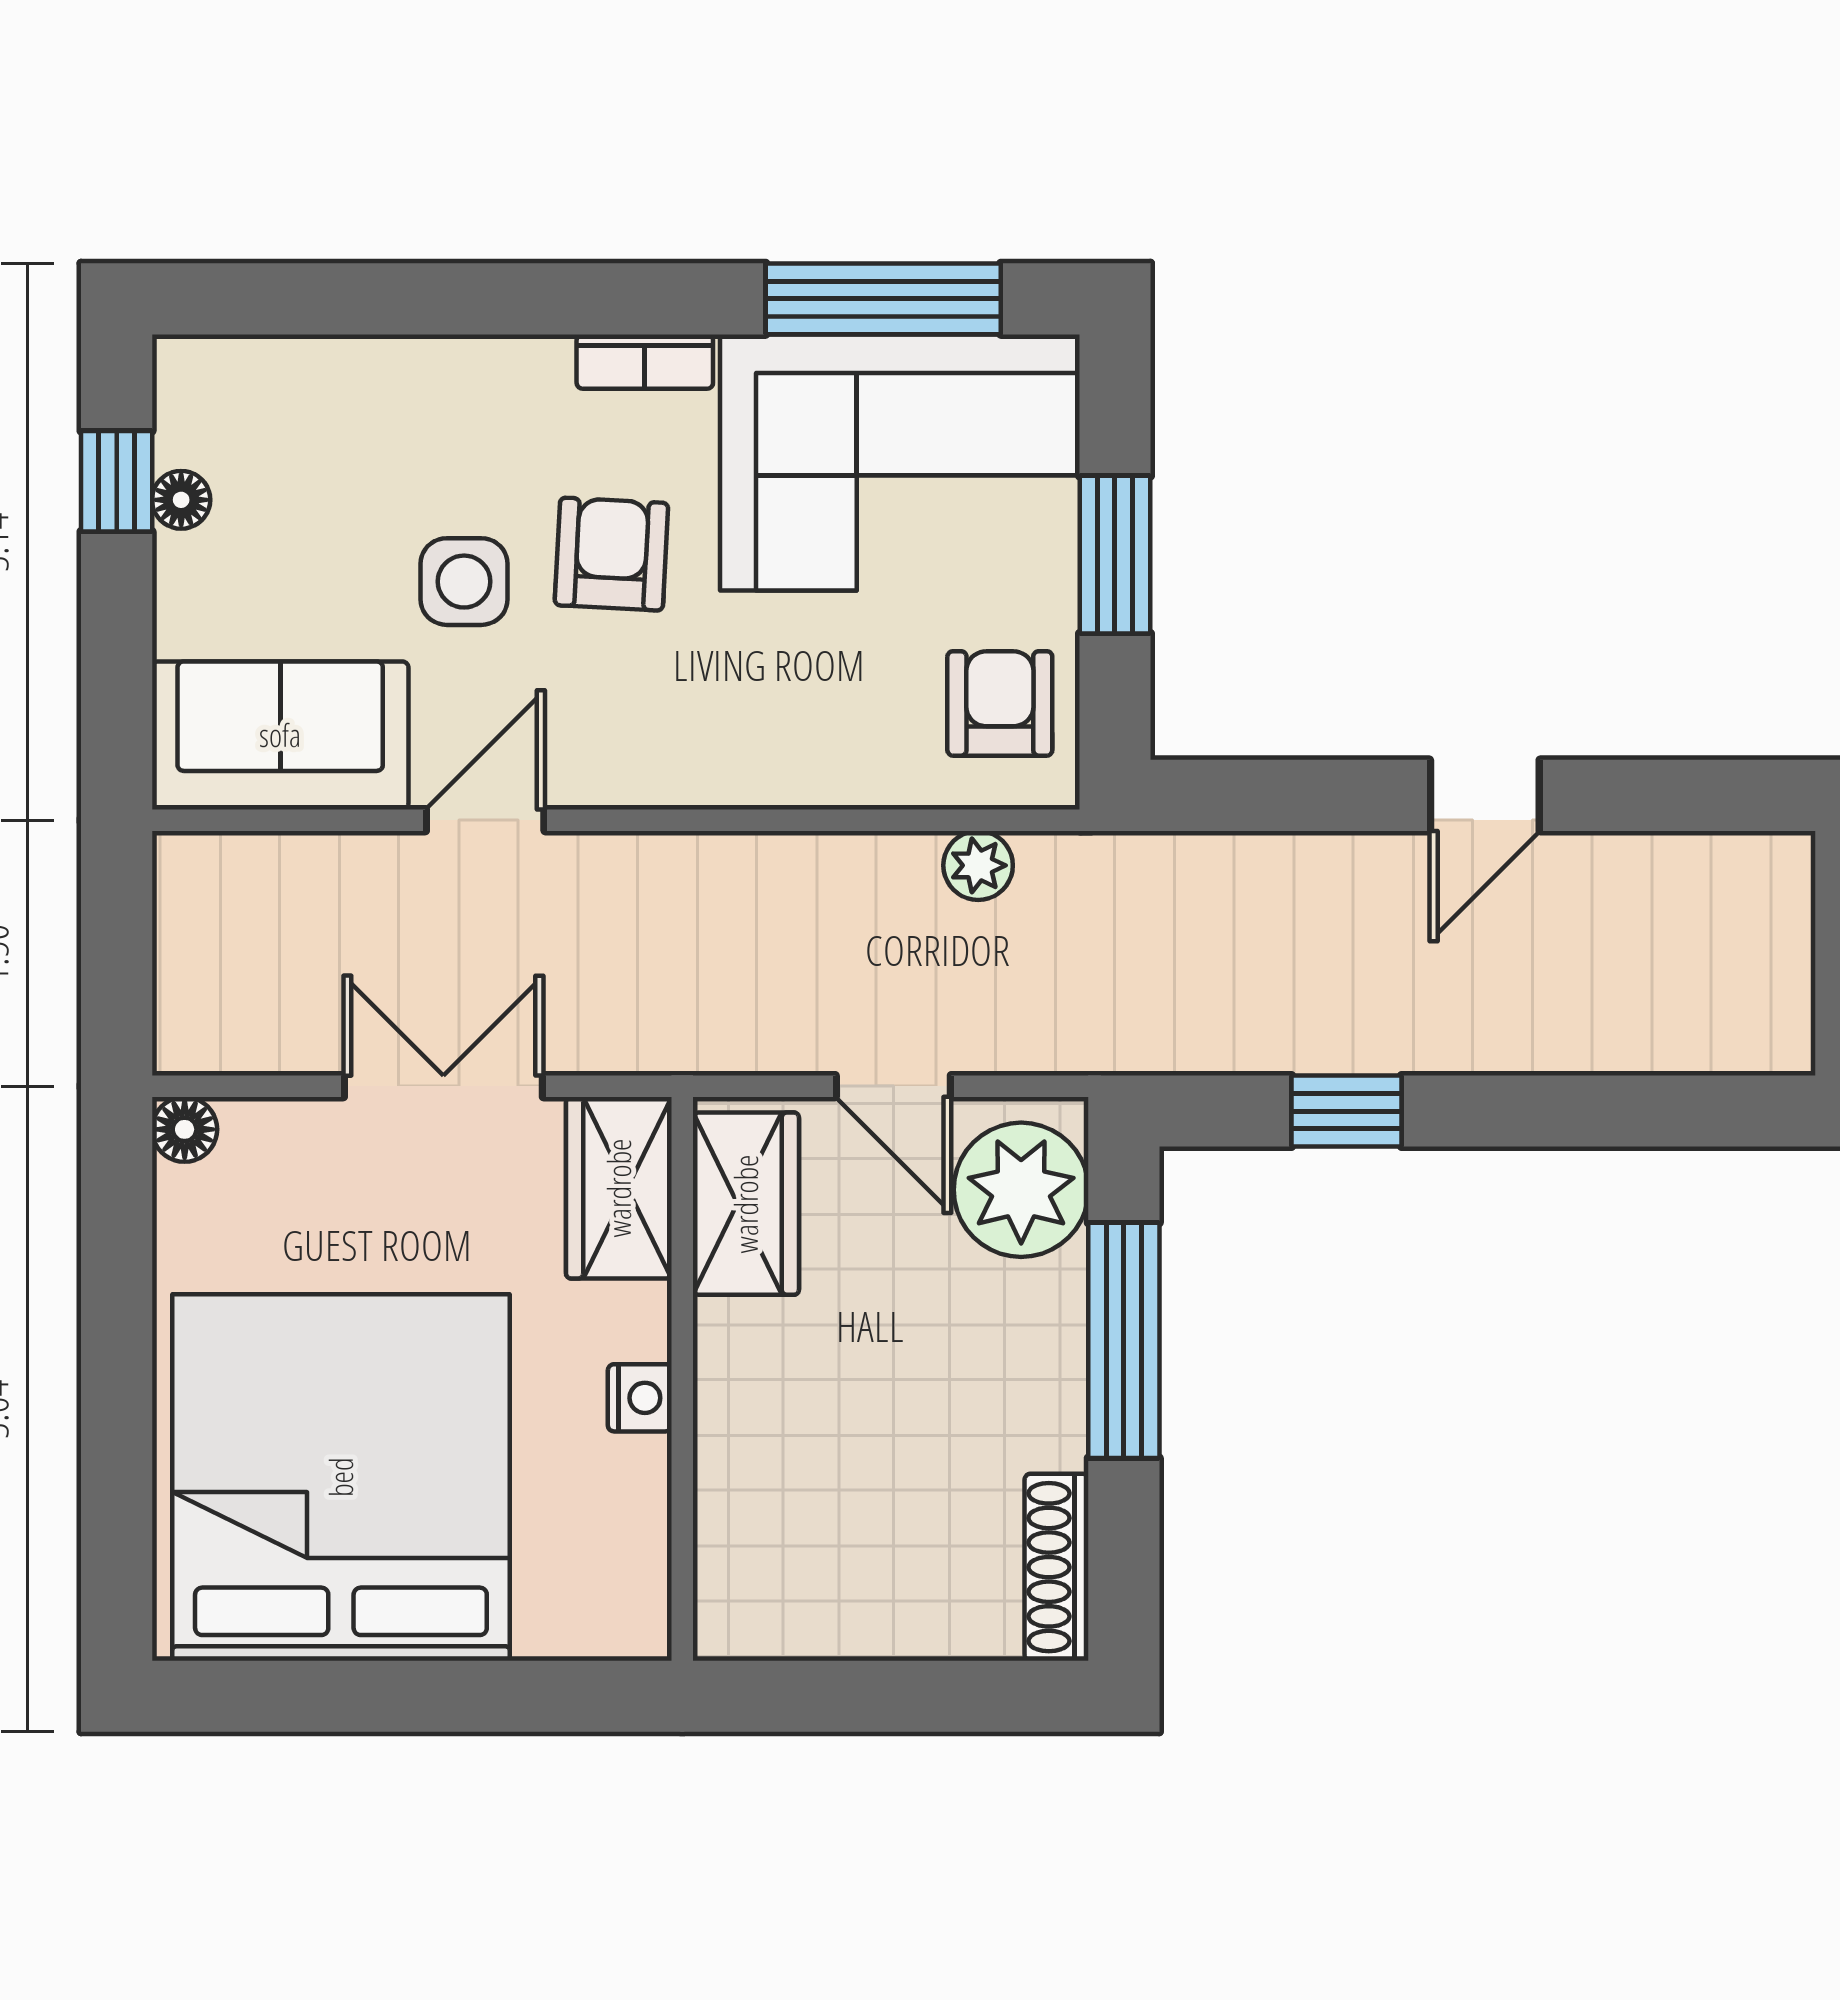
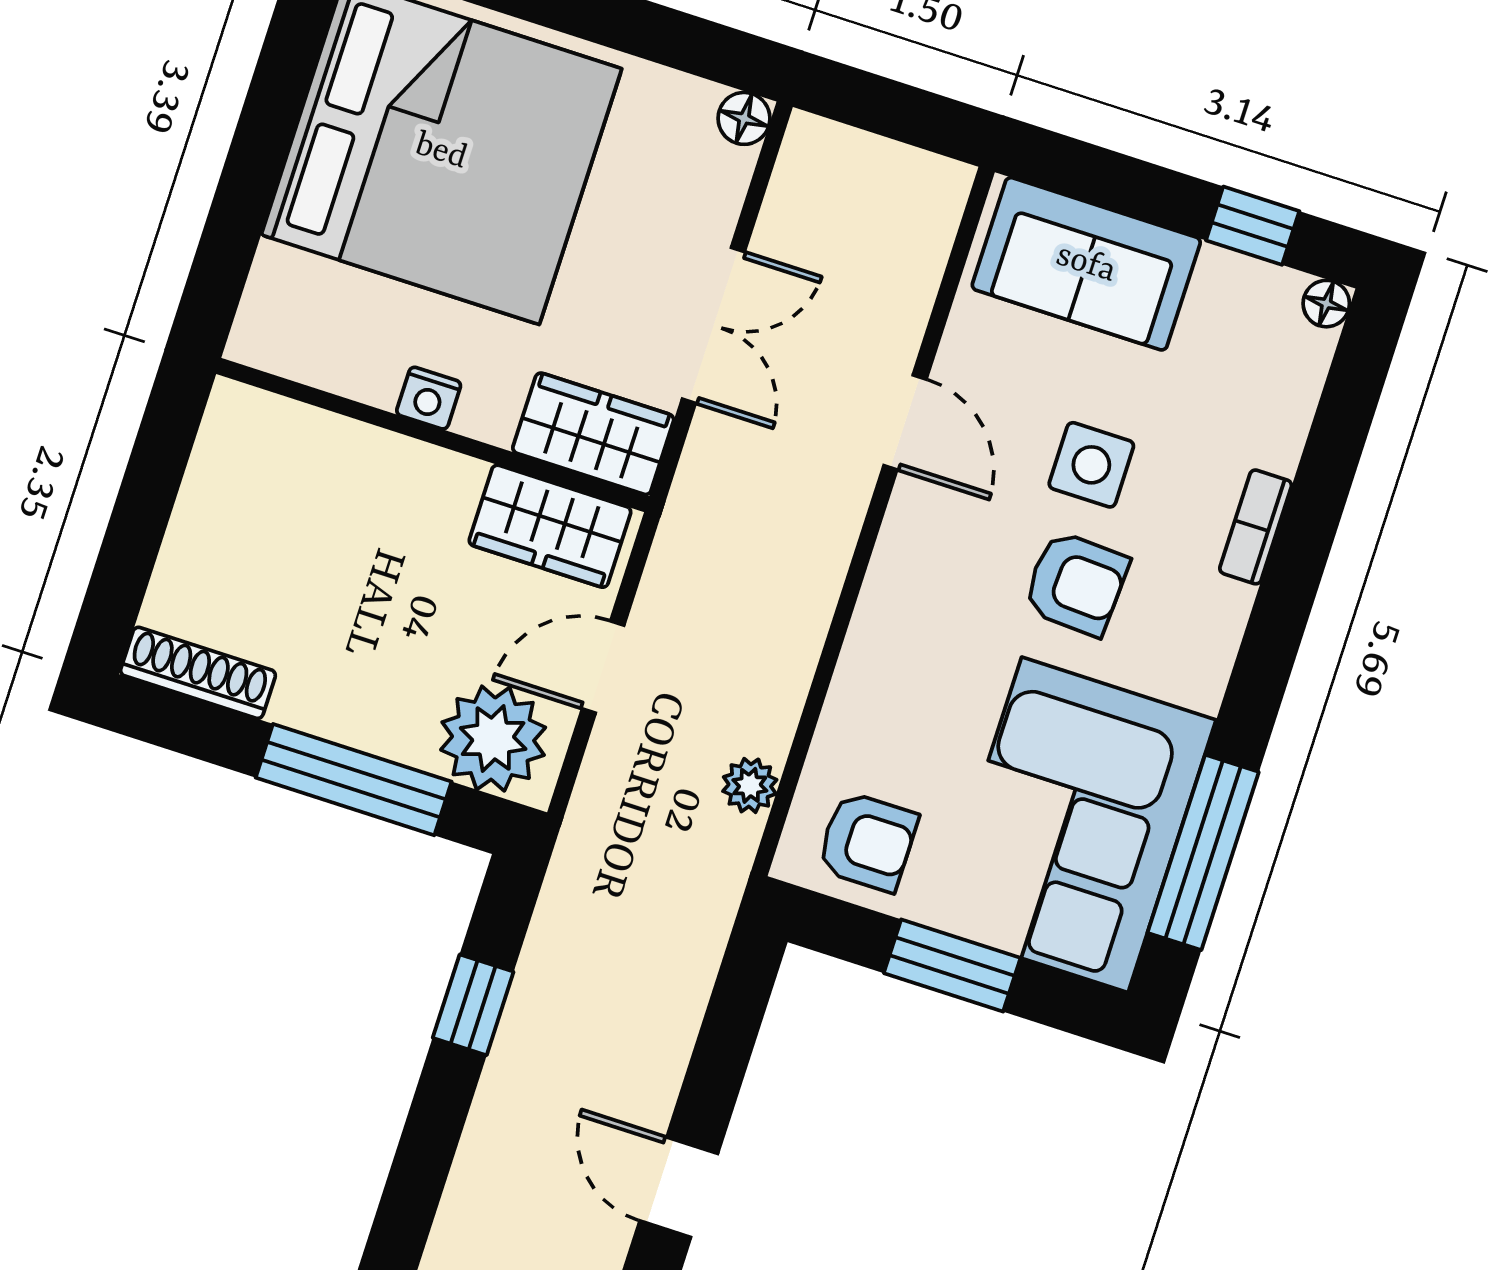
bookcase: (645, 362) -> (1256, 527), moved
floor lamp: (181, 500) -> (1326, 304), moved
sofa: (280, 735) -> (1086, 264), moved, turned 90

